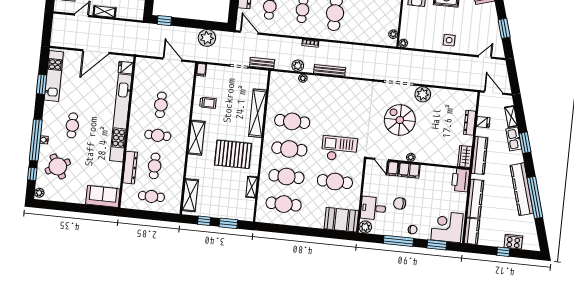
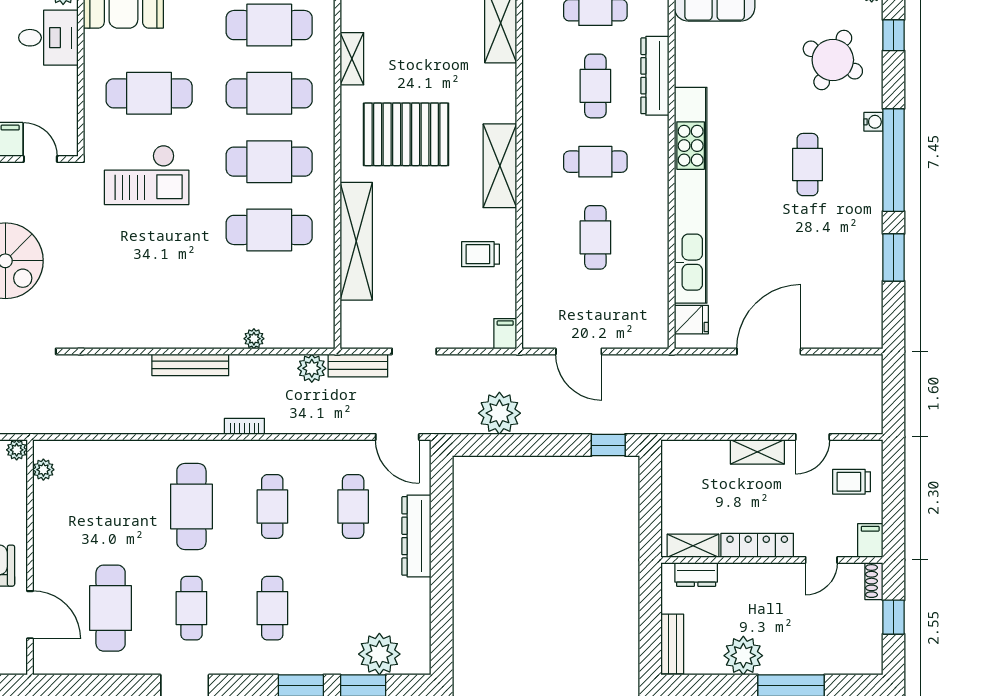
plant: (298, 66) -> (312, 368), moved
kitchen unit: (54, 76) -> (865, 281), removed
window: (36, 140) -> (893, 160), moved
round table: (58, 166) -> (833, 60), turned -33

